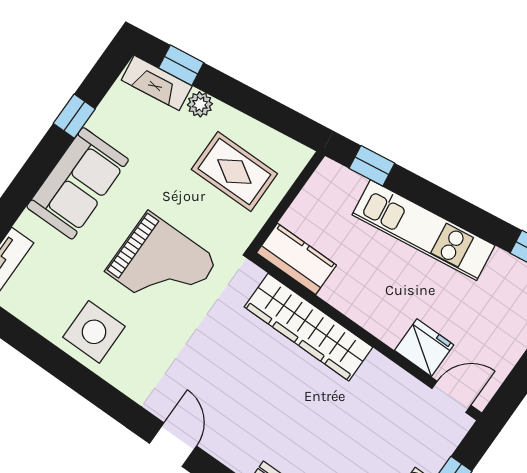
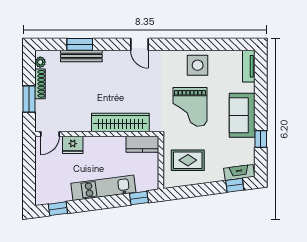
plant: (200, 104) -> (218, 176), removed
grand piano: (162, 266) -> (190, 107), turned -90

